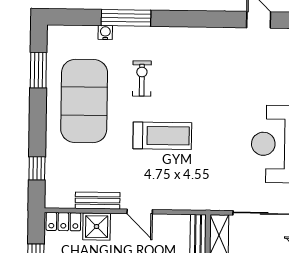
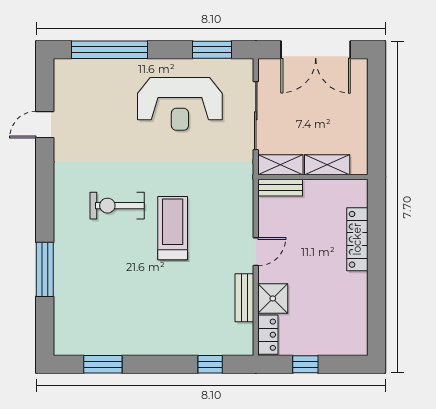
water cooler: (105, 33) -> (61, 292), removed
exercise bike: (142, 78) -> (117, 206), moved, width x1.38, depth x1.39
exercise mat: (84, 101) -> (136, 314), removed

